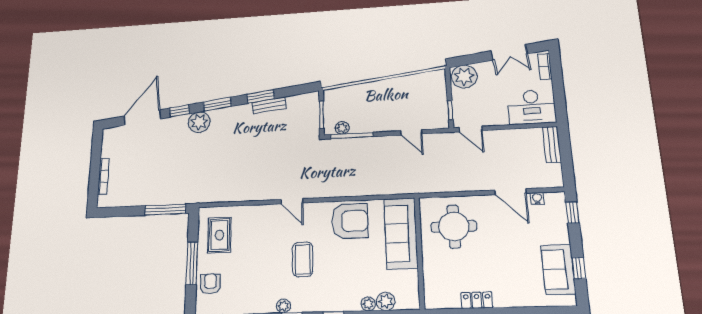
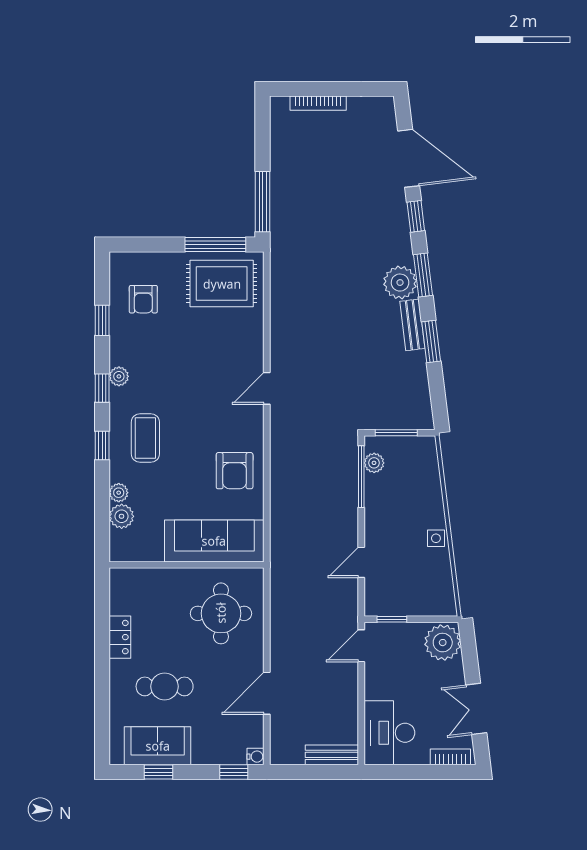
side table: (392, 85) -> (436, 538), added
bench: (269, 105) -> (412, 325), moved
plant: (199, 122) -> (400, 283), moved
water cooler: (537, 198) -> (256, 757), moved
armchair: (350, 221) -> (235, 471), width x0.73, depth x0.73
rug: (219, 235) -> (222, 284), width x1.36, depth x1.43
coffee table: (303, 259) -> (145, 438), moved, turned 90
window: (192, 263) -> (215, 245), moved
cafe table: (512, 266) -> (165, 686), added
armchair: (210, 284) -> (143, 299), moved, turned 90

